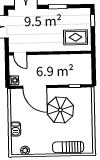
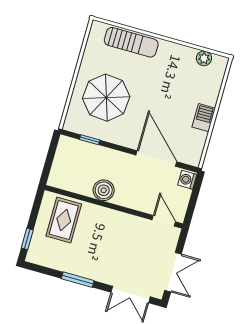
rug: (76, 37) -> (64, 220), turned 90
boiler: (58, 60) -> (104, 190), added
parasol: (60, 110) -> (106, 98), moved
barbecue: (15, 129) -> (204, 118), moved

